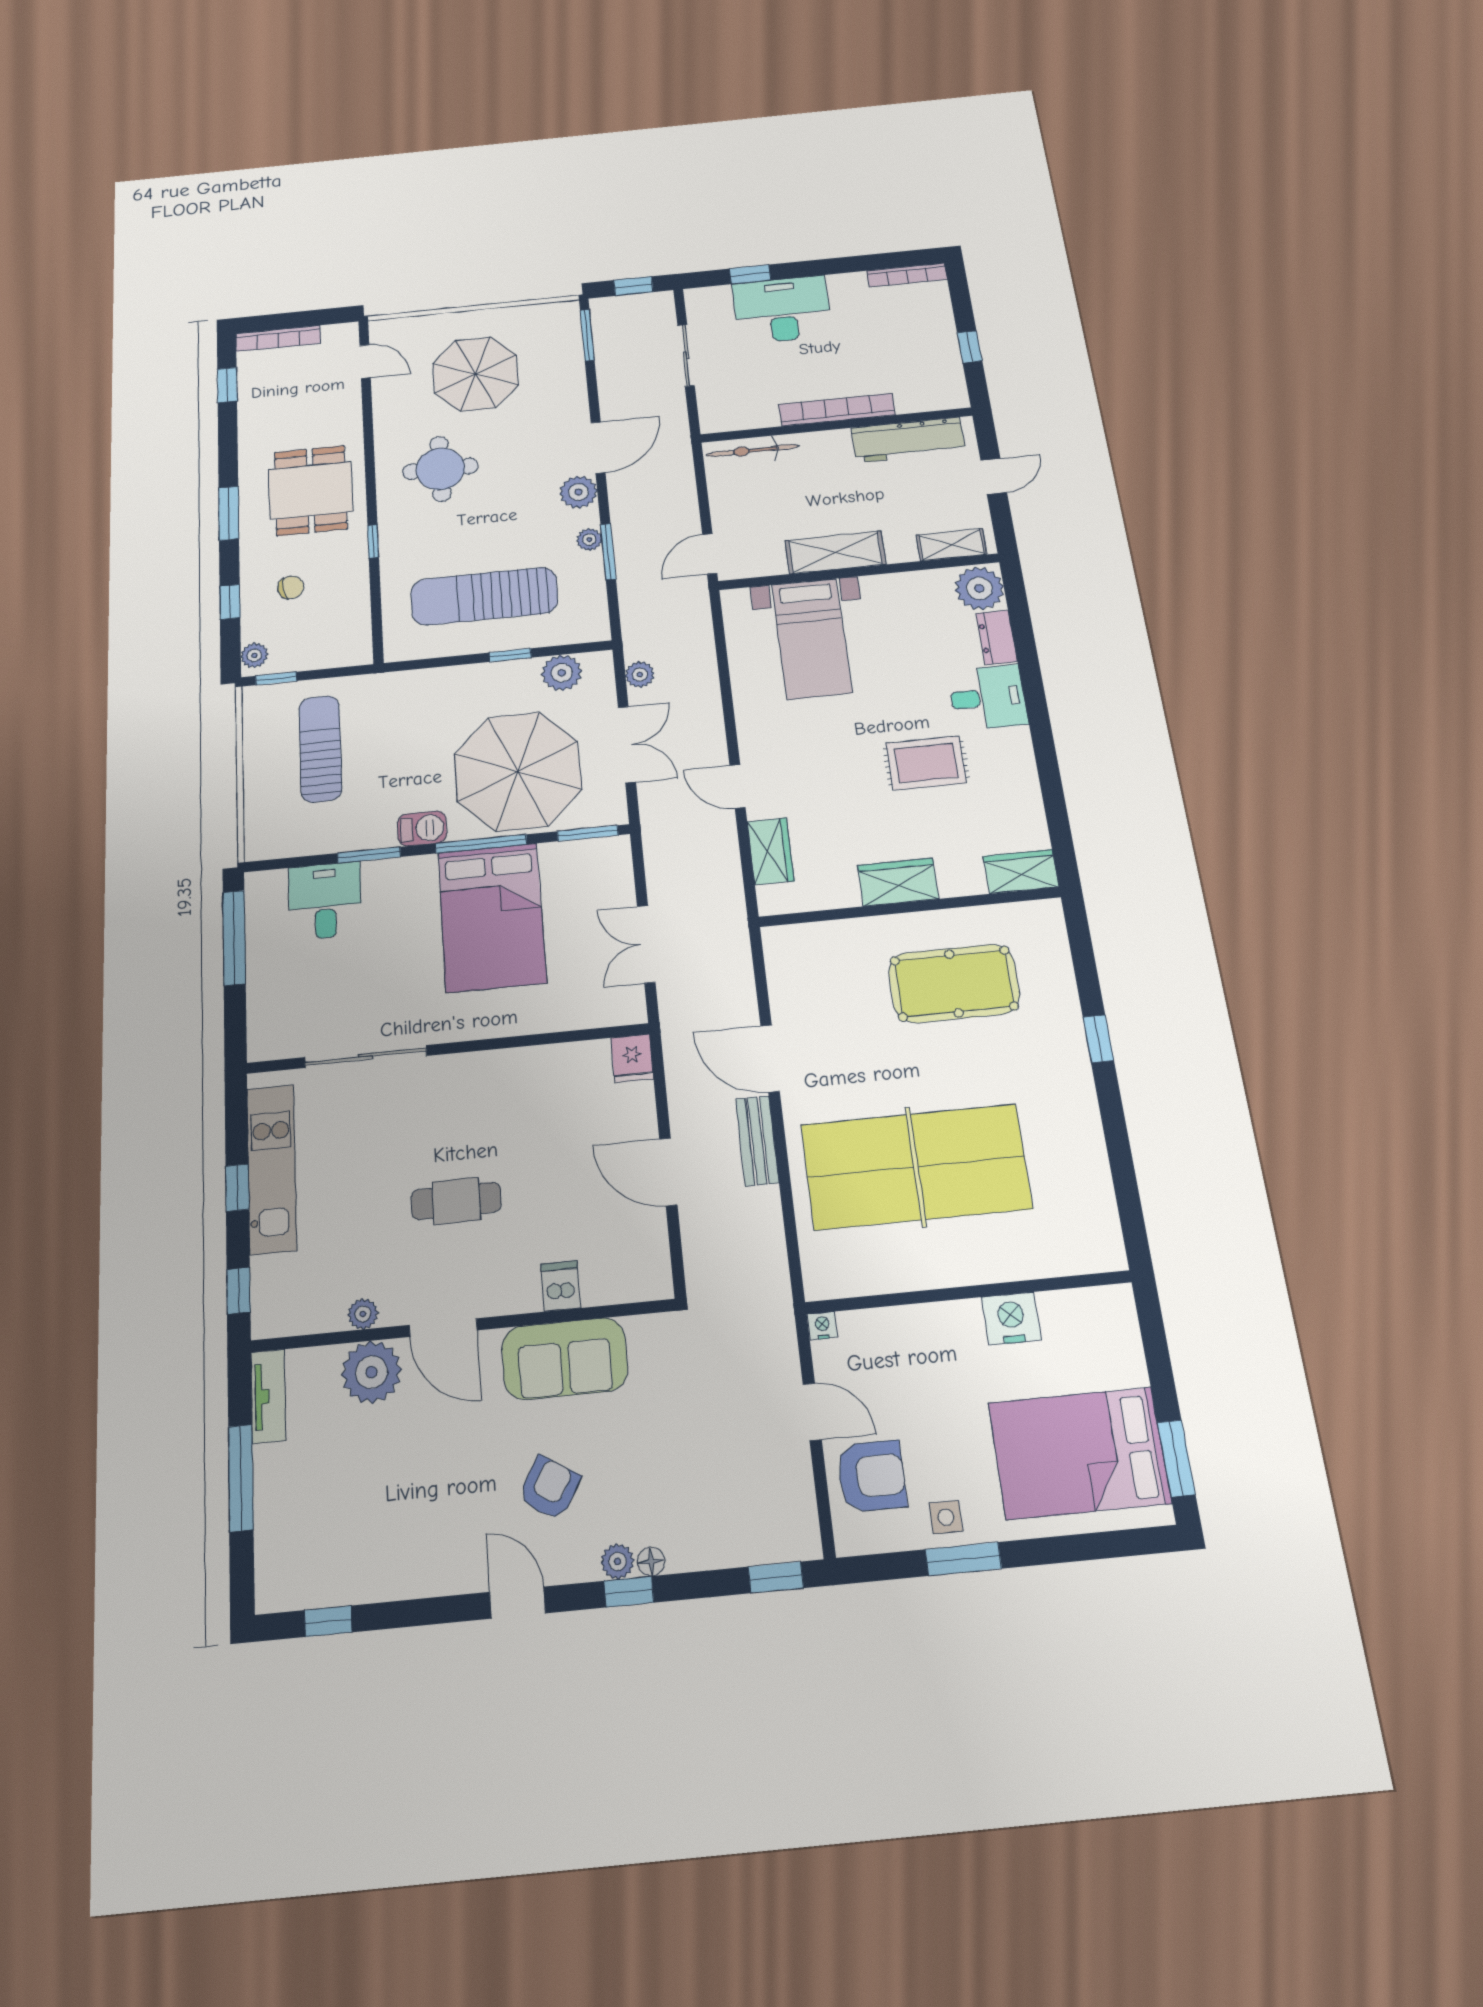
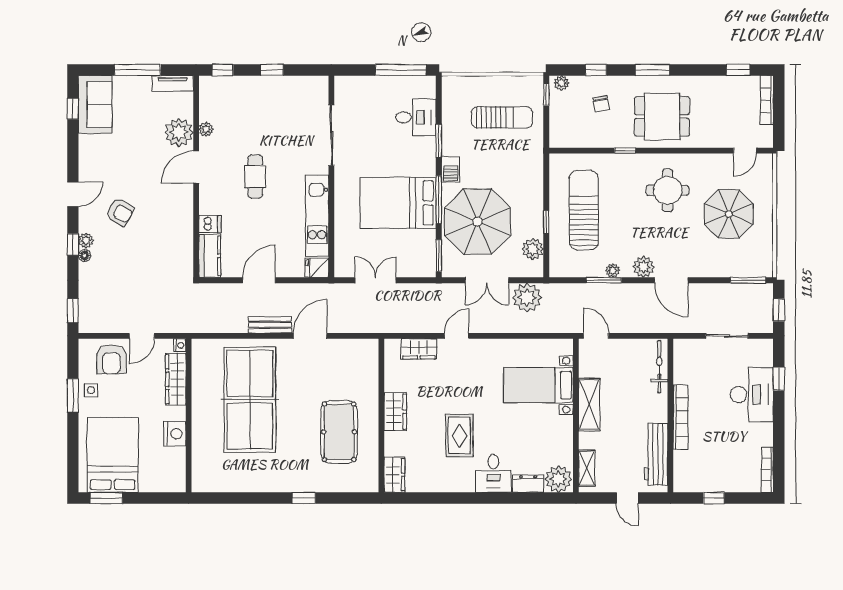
plant: (640, 674) -> (527, 298), width x1.88, depth x1.88
kitchen unit: (272, 1169) -> (317, 216), moved, turned 90
kitchen counter: (627, 1280) -> (210, 256), added
wardrobe: (895, 1328) -> (176, 379), added
sofa: (565, 1359) -> (95, 105), moved, turned 180

